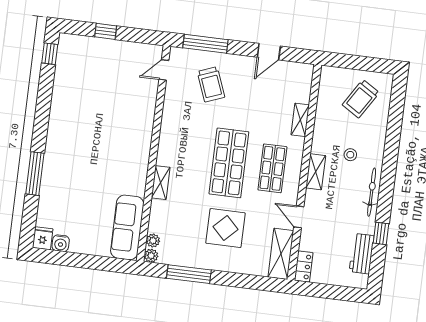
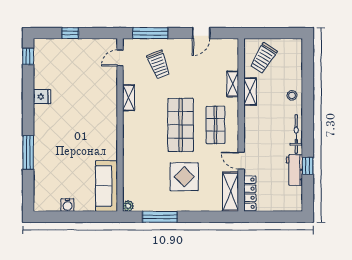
trolley: (361, 99) -> (263, 58), moved
stool: (350, 155) -> (292, 95), moved
shelving: (316, 172) -> (250, 92), moved
shelving: (161, 183) -> (129, 98), moved
fridge: (43, 238) -> (42, 97), moved, turned 90
plant: (153, 241) -> (128, 194), removed
water cooler: (61, 243) -> (67, 205), moved
workbench: (362, 254) -> (294, 170), moved
locker: (304, 267) -> (250, 193), width x1.53

